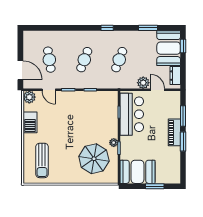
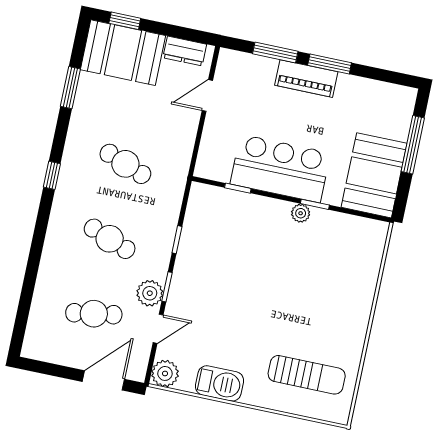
plant: (143, 83) -> (150, 293), moved
bar counter: (132, 114) -> (280, 168), moved
parasol: (94, 159) -> (326, 263), removed
window: (155, 186) -> (413, 145), width x1.44

